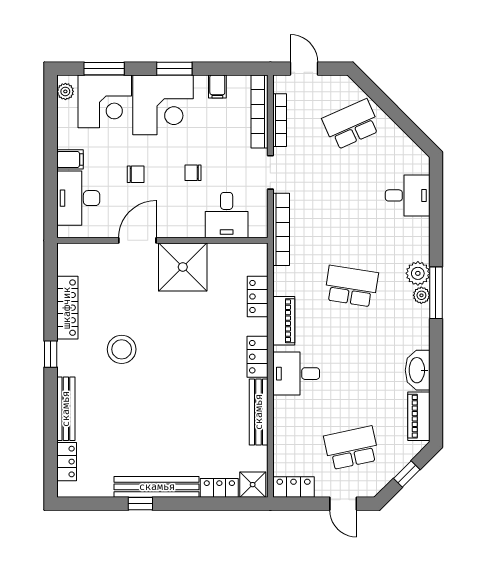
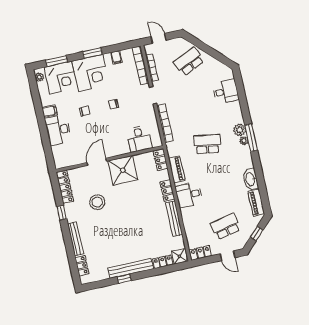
desk: (227, 215) -> (139, 139), moved
door: (137, 240) -> (97, 162), moved
wall: (162, 240) -> (109, 159), moved
shower: (183, 267) -> (123, 170), moved

